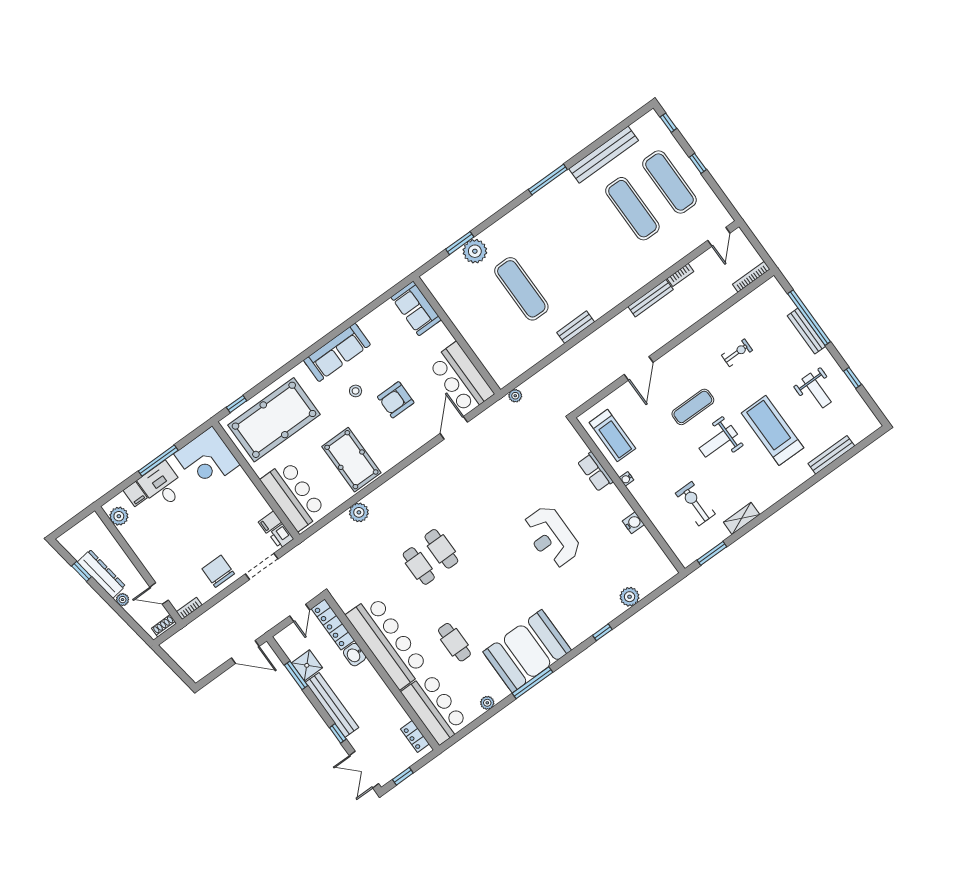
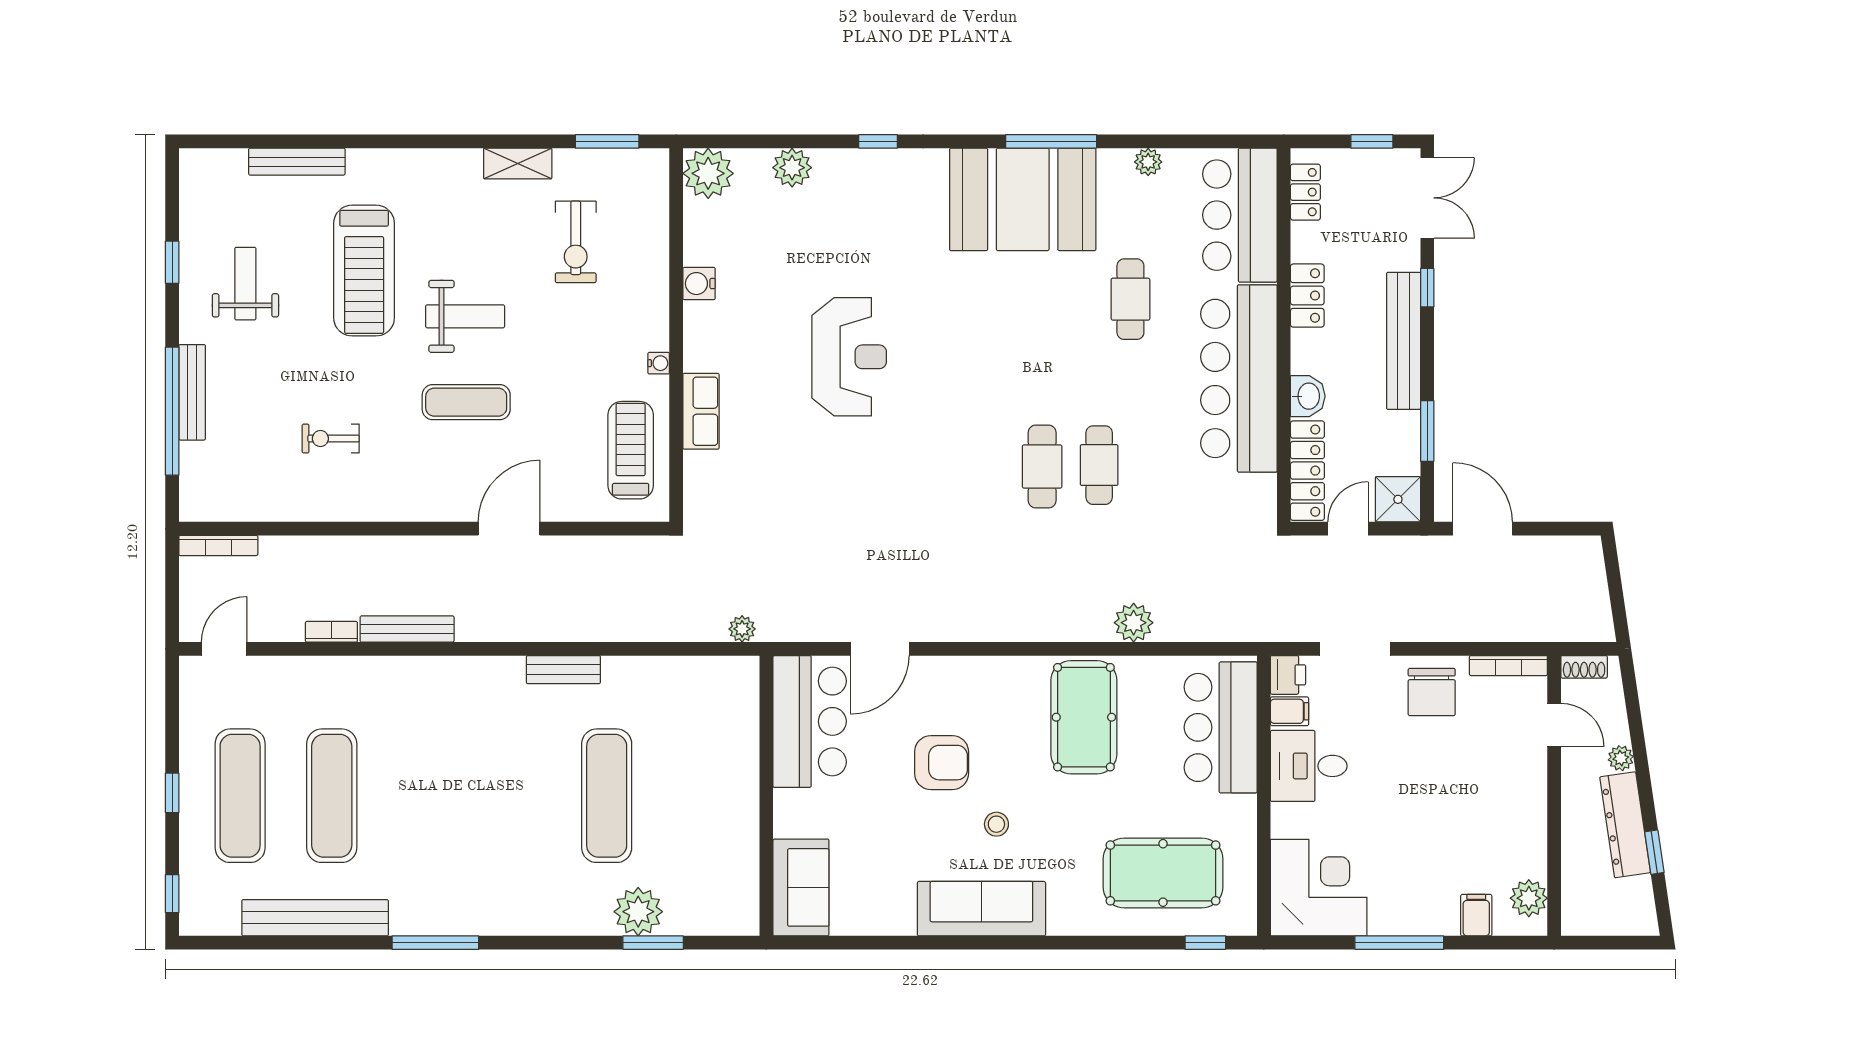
pool table: (274, 420) -> (1163, 873), width x0.73, depth x0.76
desk: (162, 485) -> (1309, 766), moved, turned 90
plant: (662, 570) -> (708, 173), added
bookcase: (189, 608) -> (1508, 666), width x1.56
shower: (307, 665) -> (1398, 499), moved
locker: (384, 695) -> (1307, 296), added

